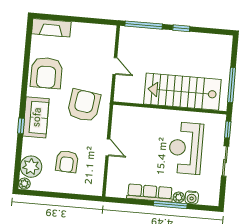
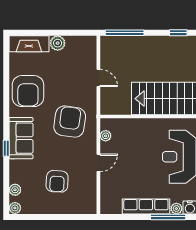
window: (181, 28) -> (178, 33), moved
plant: (79, 29) -> (58, 43), added
plant: (117, 122) -> (106, 136), added
door: (108, 147) -> (98, 163), hinge flipped
plant: (31, 167) -> (15, 190), width x0.53, depth x0.53

